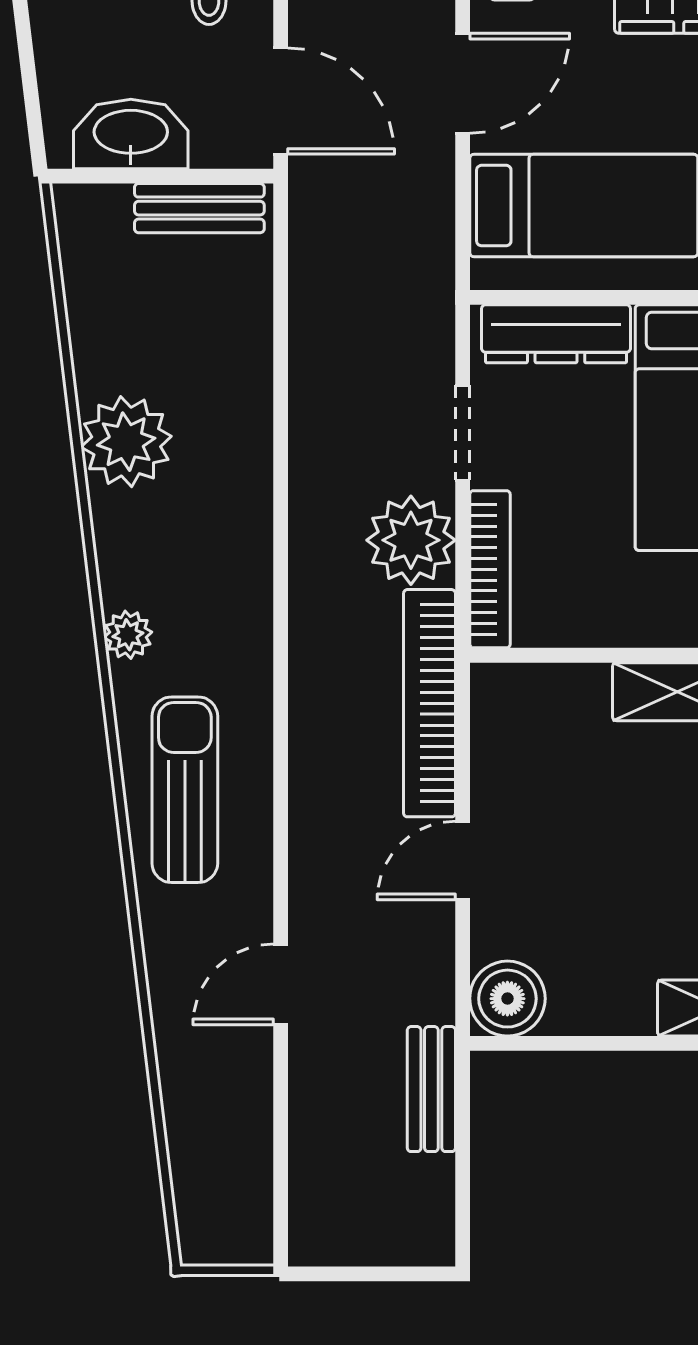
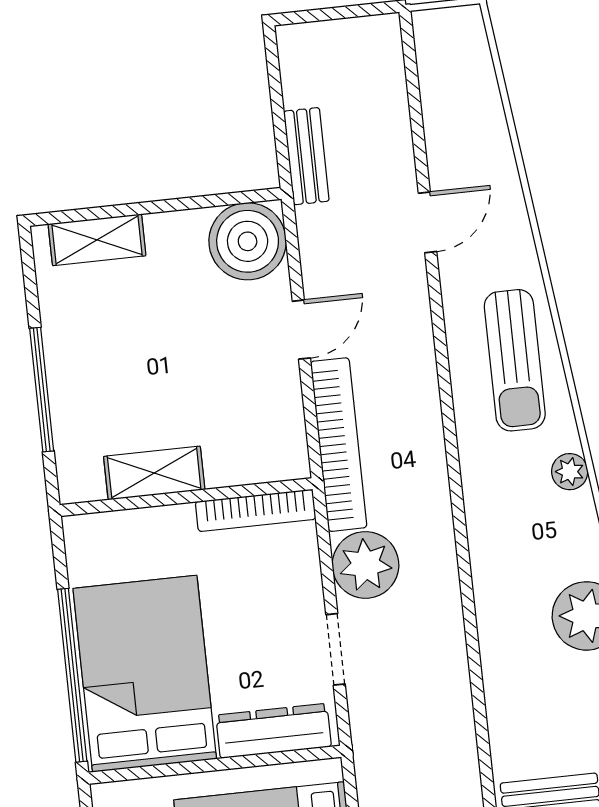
bookcase: (490, 569) -> (256, 510), moved, turned -90
boiler: (507, 999) -> (248, 241), width x1.37, depth x1.37

